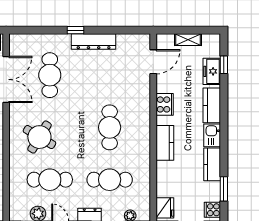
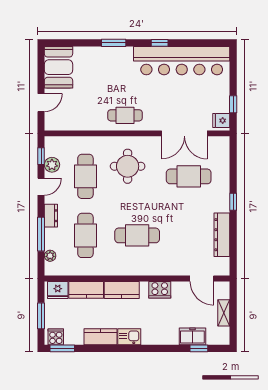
dresser: (94, 41) -> (222, 235), moved
kitchen counter: (212, 105) -> (86, 290), moved, turned 180
round table: (39, 137) -> (128, 166), turned -31
window: (224, 189) -> (62, 348), moved

